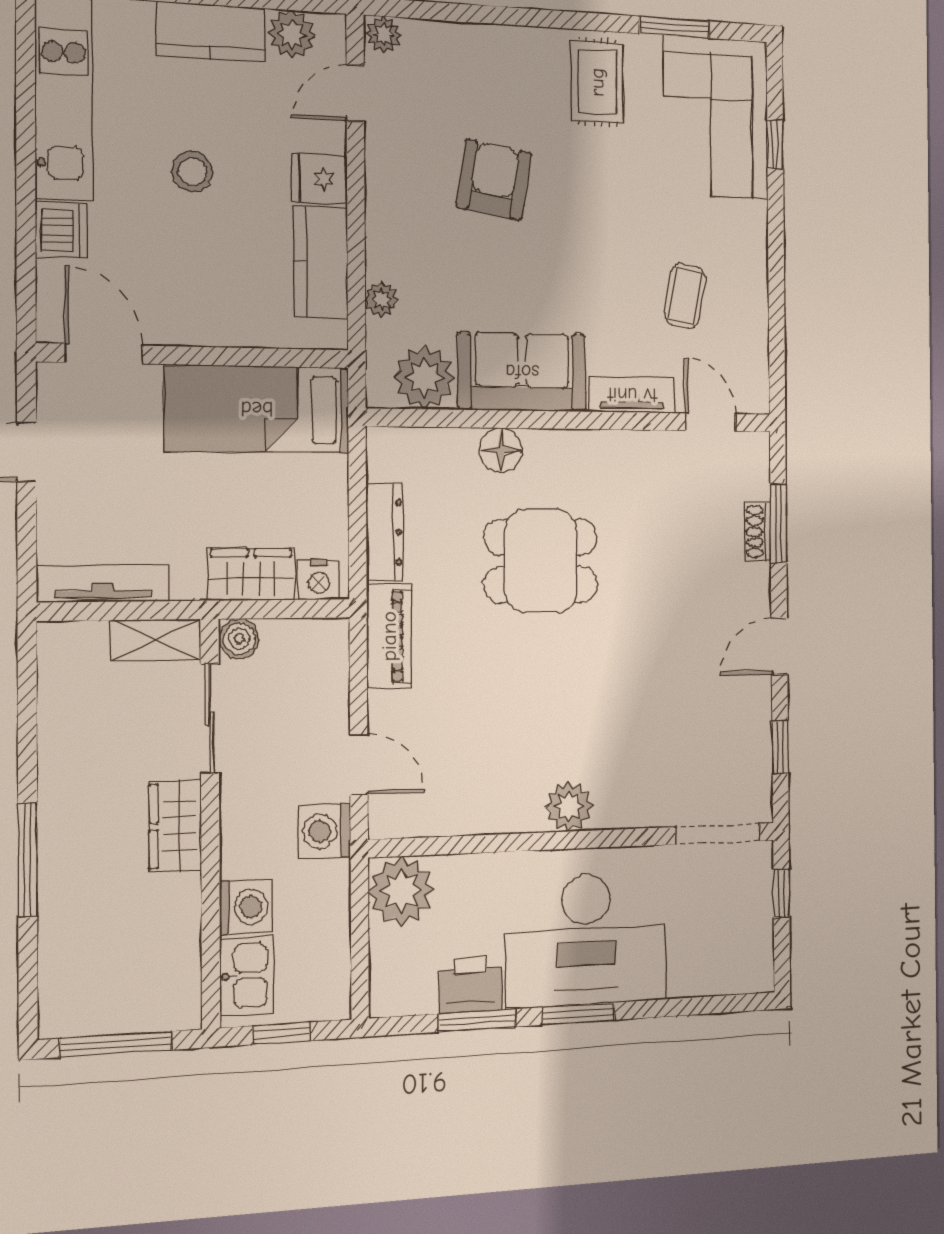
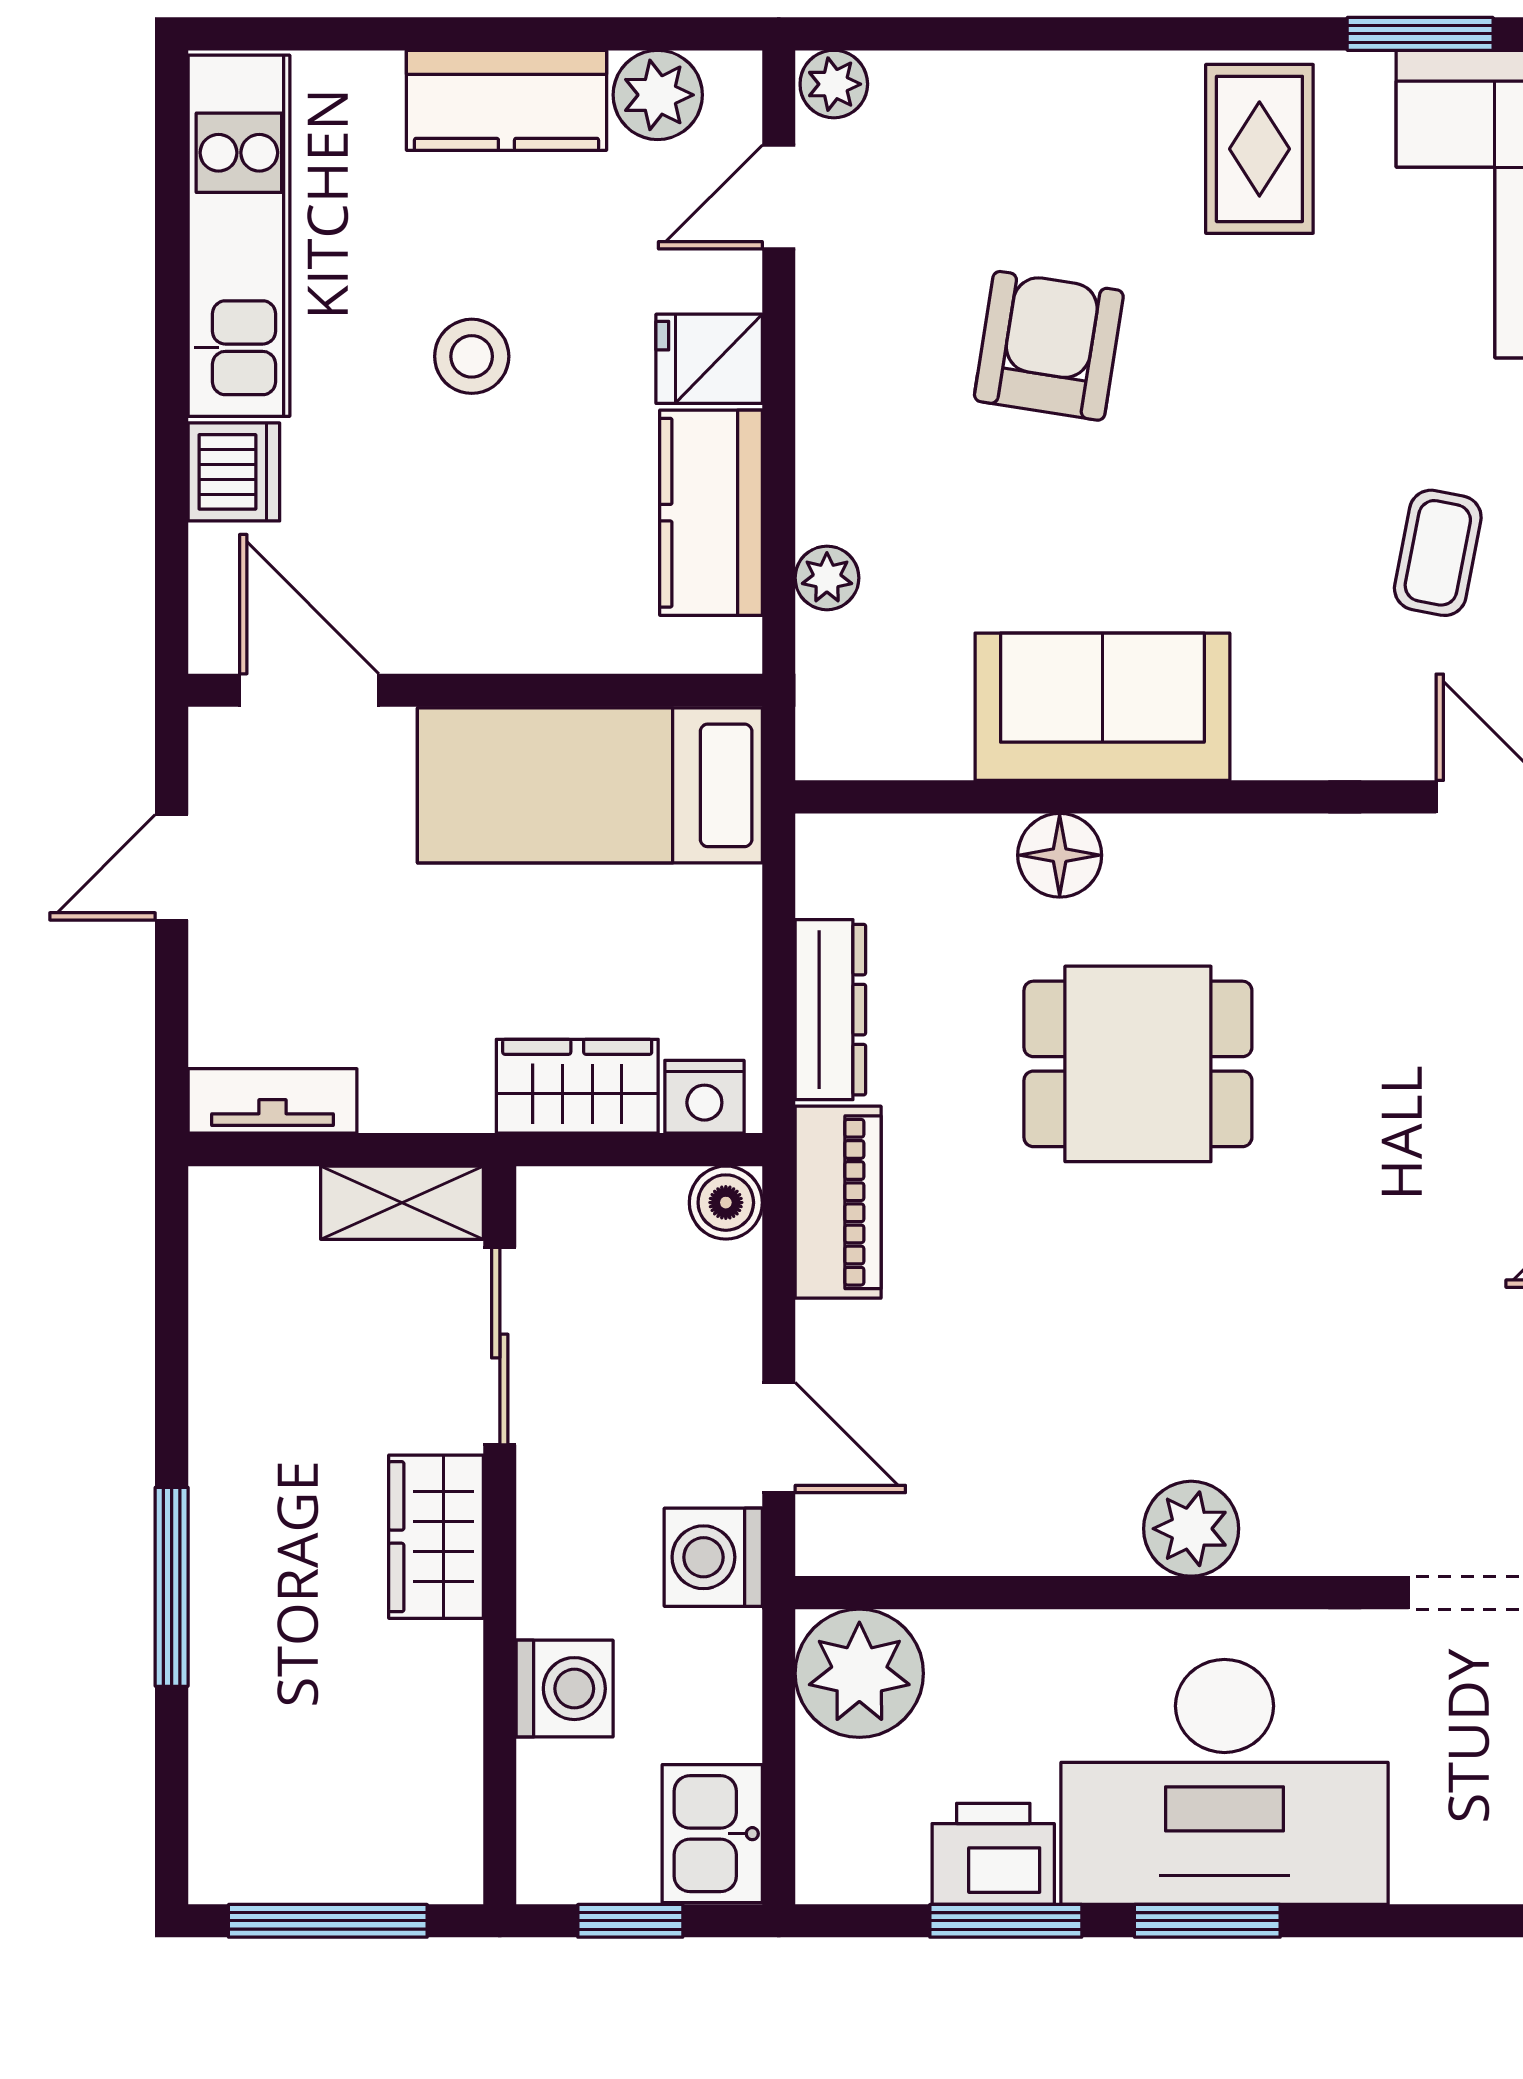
plant: (424, 377) -> (909, 721), removed
tv unit: (632, 395) -> (1326, 746), removed
tv unit: (103, 584) -> (272, 1101), width x0.71
boiler: (239, 639) -> (726, 1203), moved
kitchen sink: (247, 976) -> (712, 1834), moved, turned 180

